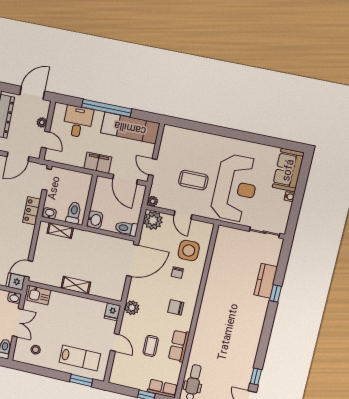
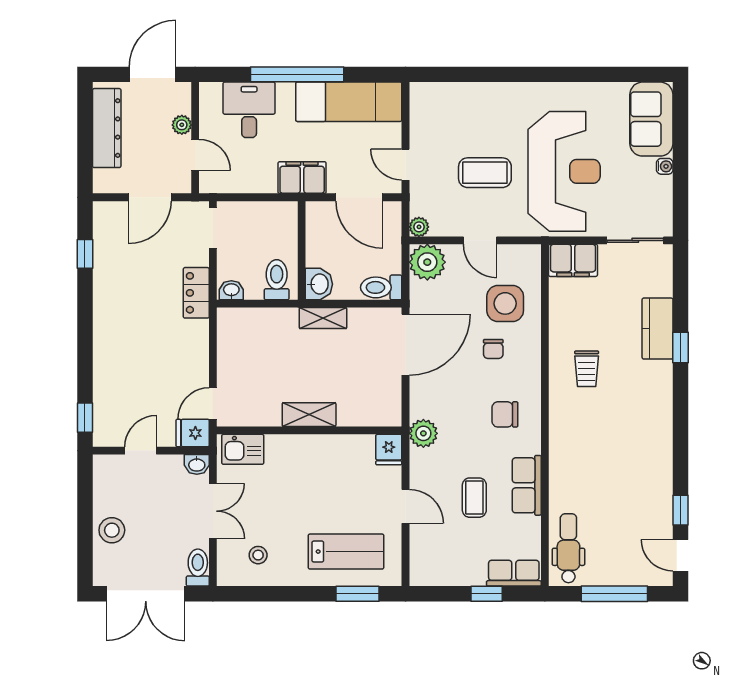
shelving: (60, 230) -> (323, 318), moved
filing cabinet: (229, 236) -> (573, 260), added
trolley: (224, 293) -> (587, 369), added

